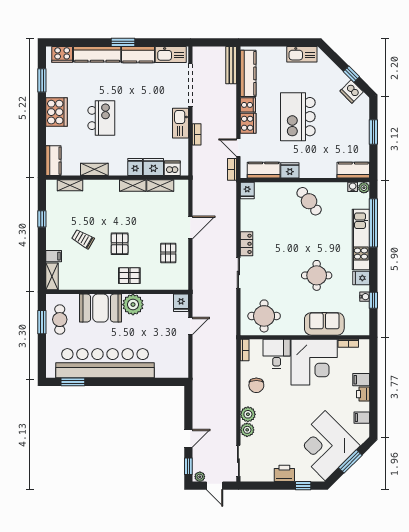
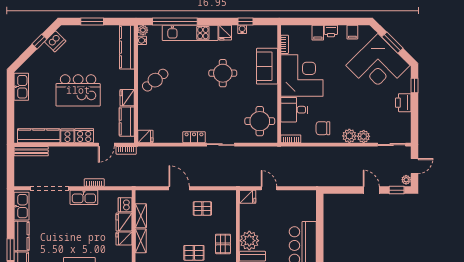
kitchen counter: (353, 170) -> (127, 47), width x1.50
chair: (256, 385) -> (323, 128), turned 180

